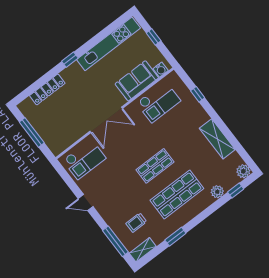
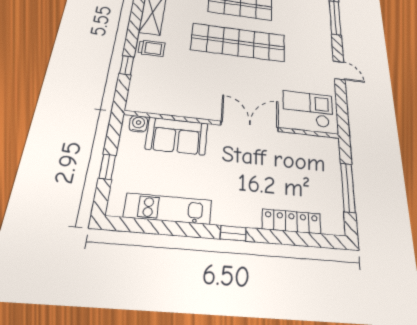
kitchen unit: (109, 44) -> (168, 209), width x0.73
checkout: (159, 102) -> (175, 94), removed
shop shelf: (155, 166) -> (238, 42), width x2.00, depth x1.36
trolley: (136, 223) -> (152, 48), moved

